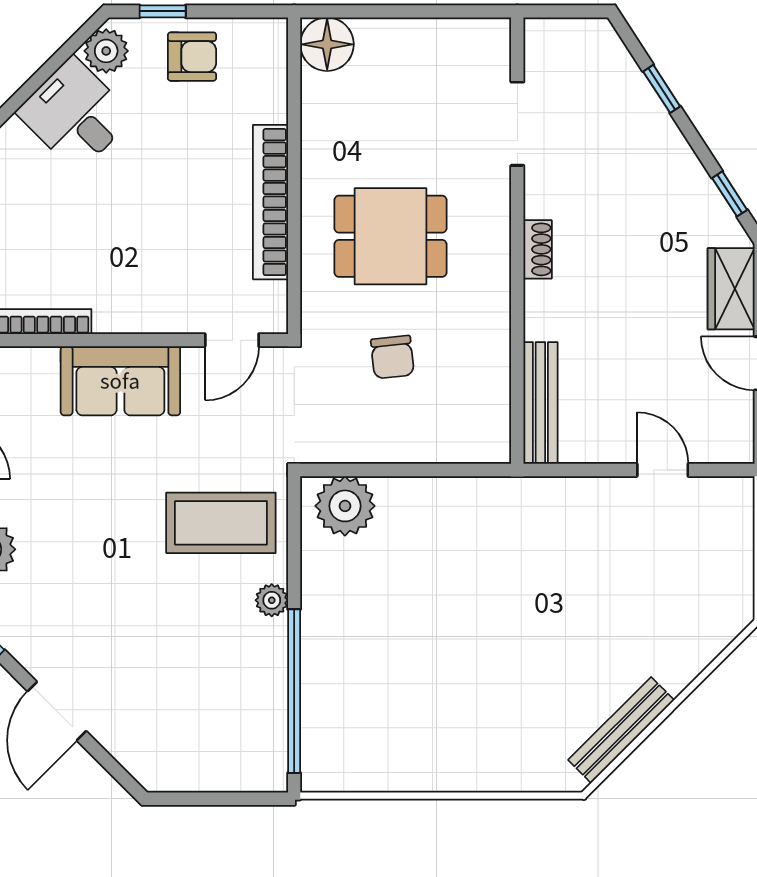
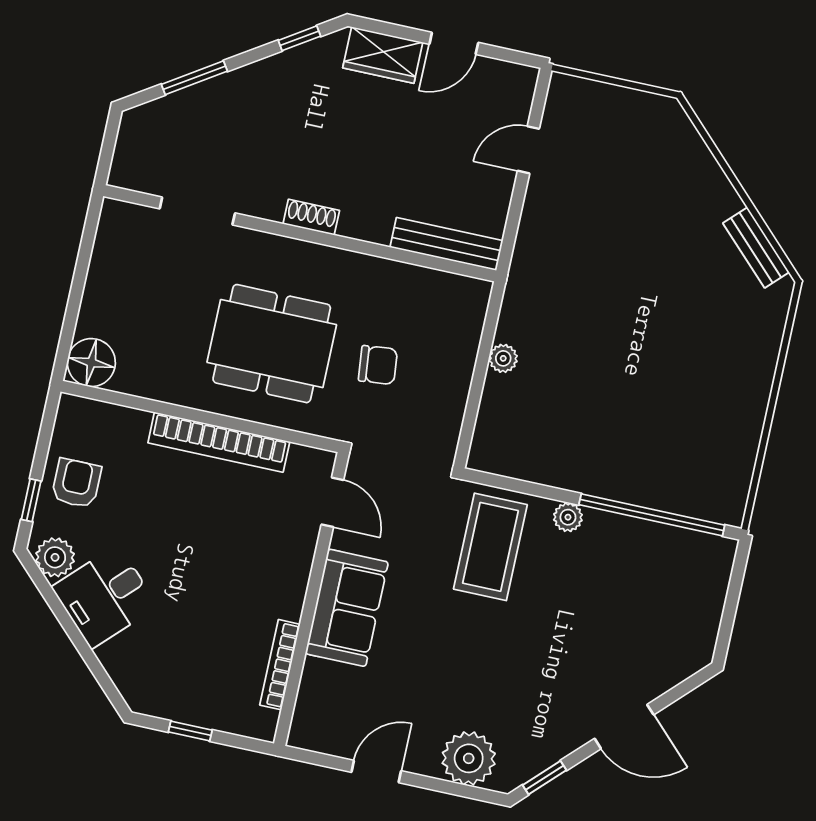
window: (662, 89) -> (194, 78), width x1.50
dining table: (391, 236) -> (272, 344), width x1.38
plant: (345, 506) -> (503, 358), moved, width x0.53, depth x0.53
bench: (621, 730) -> (756, 248), width x0.73

